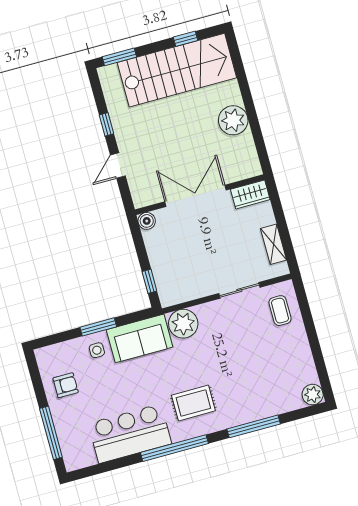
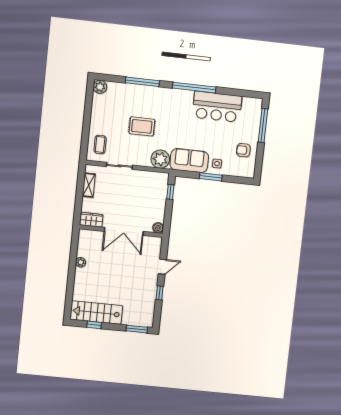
stairs: (177, 70) -> (96, 313), width x0.73, depth x0.66
plant: (233, 120) -> (81, 262), width x0.53, depth x0.53
rug: (193, 403) -> (142, 126), moved

